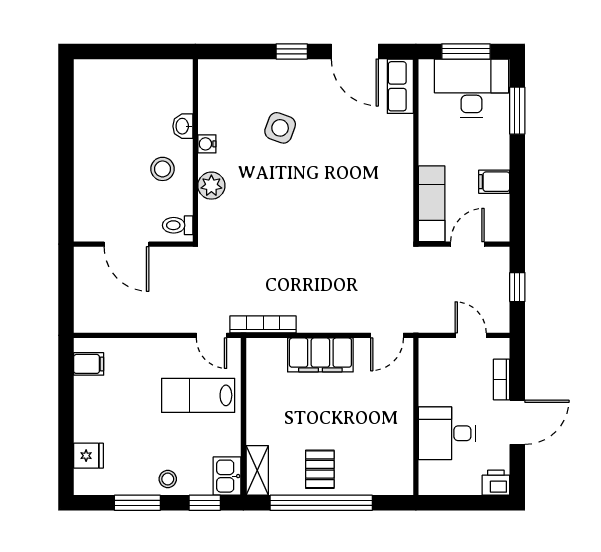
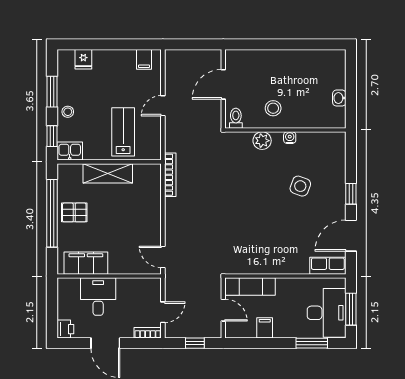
washbasin: (183, 126) -> (339, 98), moved, turned -90
door: (212, 335) -> (163, 106), moved
filing cabinet: (320, 355) -> (86, 263), moved, turned 90
bookcase: (502, 379) -> (148, 333), moved
shelving: (257, 470) -> (108, 173), moved, width x1.50, depth x1.33

